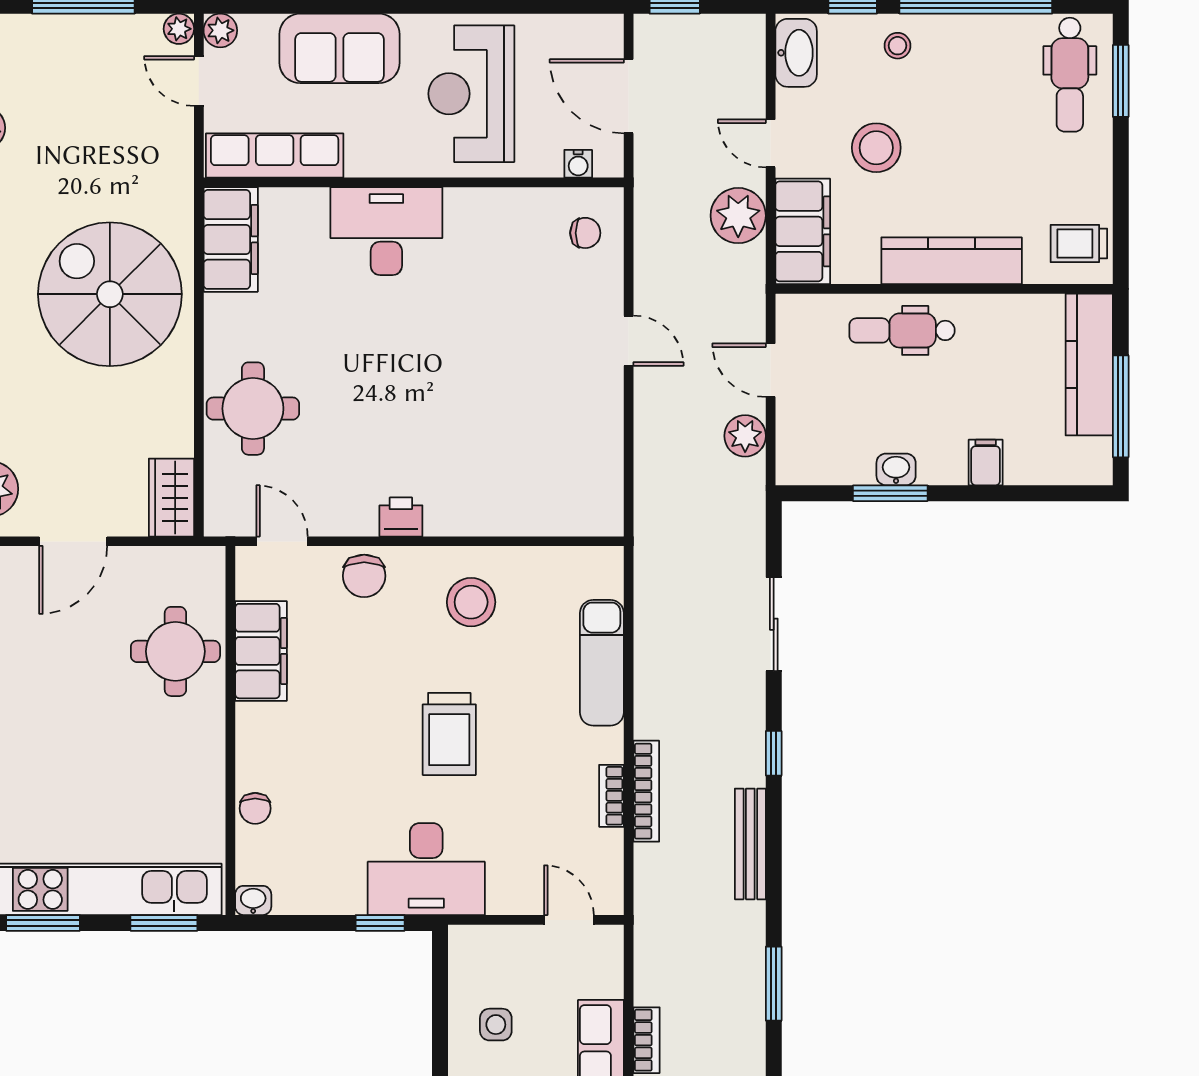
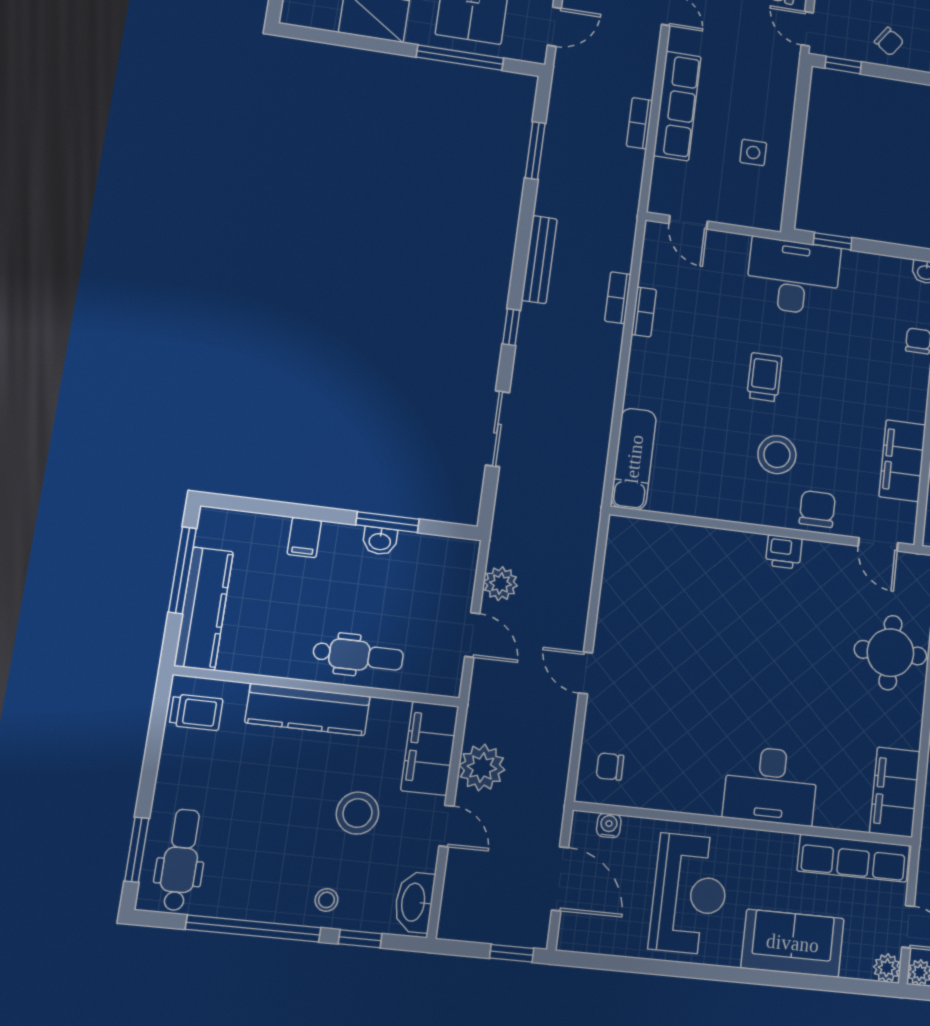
stool: (471, 602) -> (777, 455), moved
exam couch: (602, 663) -> (634, 459), moved
trolley: (449, 734) -> (764, 377), width x0.73, depth x0.72
bookcase: (646, 791) -> (618, 298), width x0.64

